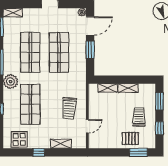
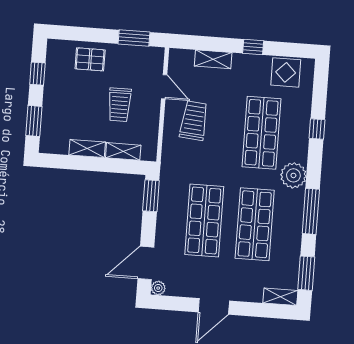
window: (90, 50) -> (151, 196), moved
trolley: (139, 117) -> (119, 105), moved
door: (87, 126) -> (164, 87), swing flipped
window: (138, 152) -> (134, 38), moved

